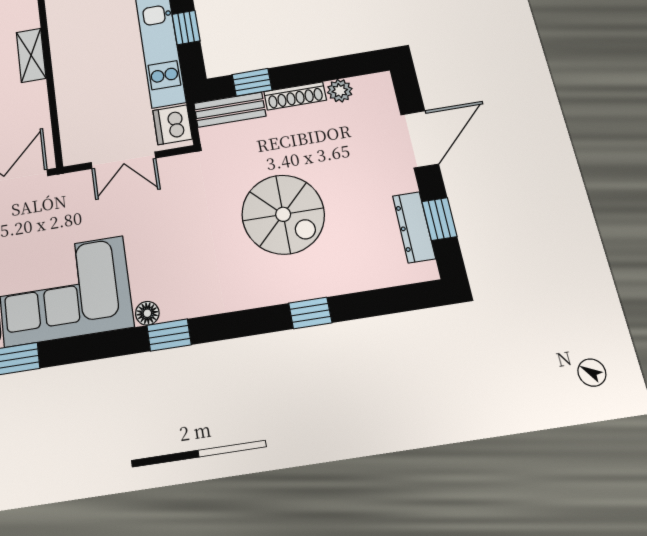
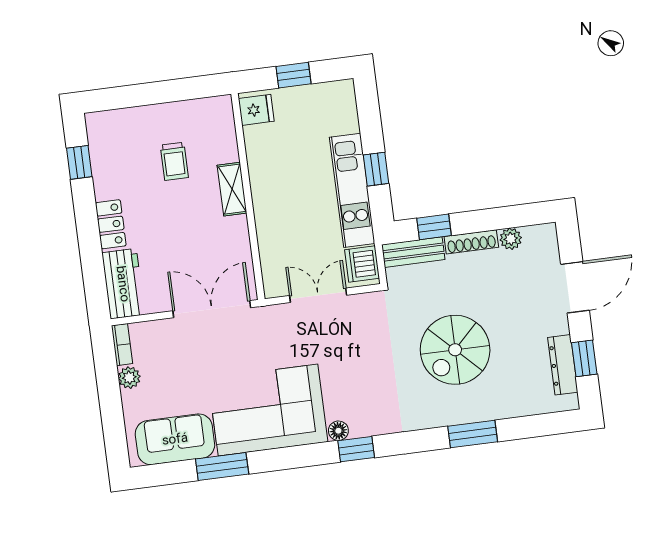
double door: (123, 160) -> (318, 295), swing flipped
spiral stairs: (283, 214) -> (455, 350), turned 90
window: (310, 313) -> (473, 434), width x1.50

